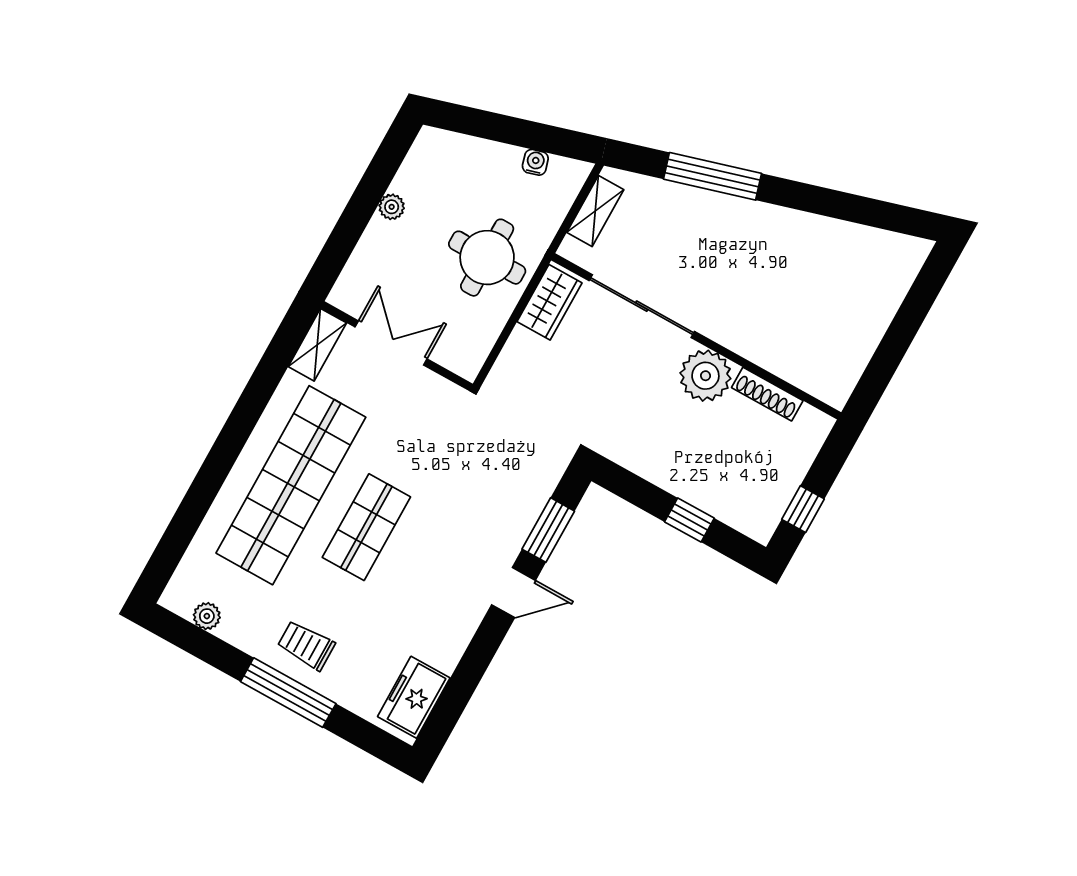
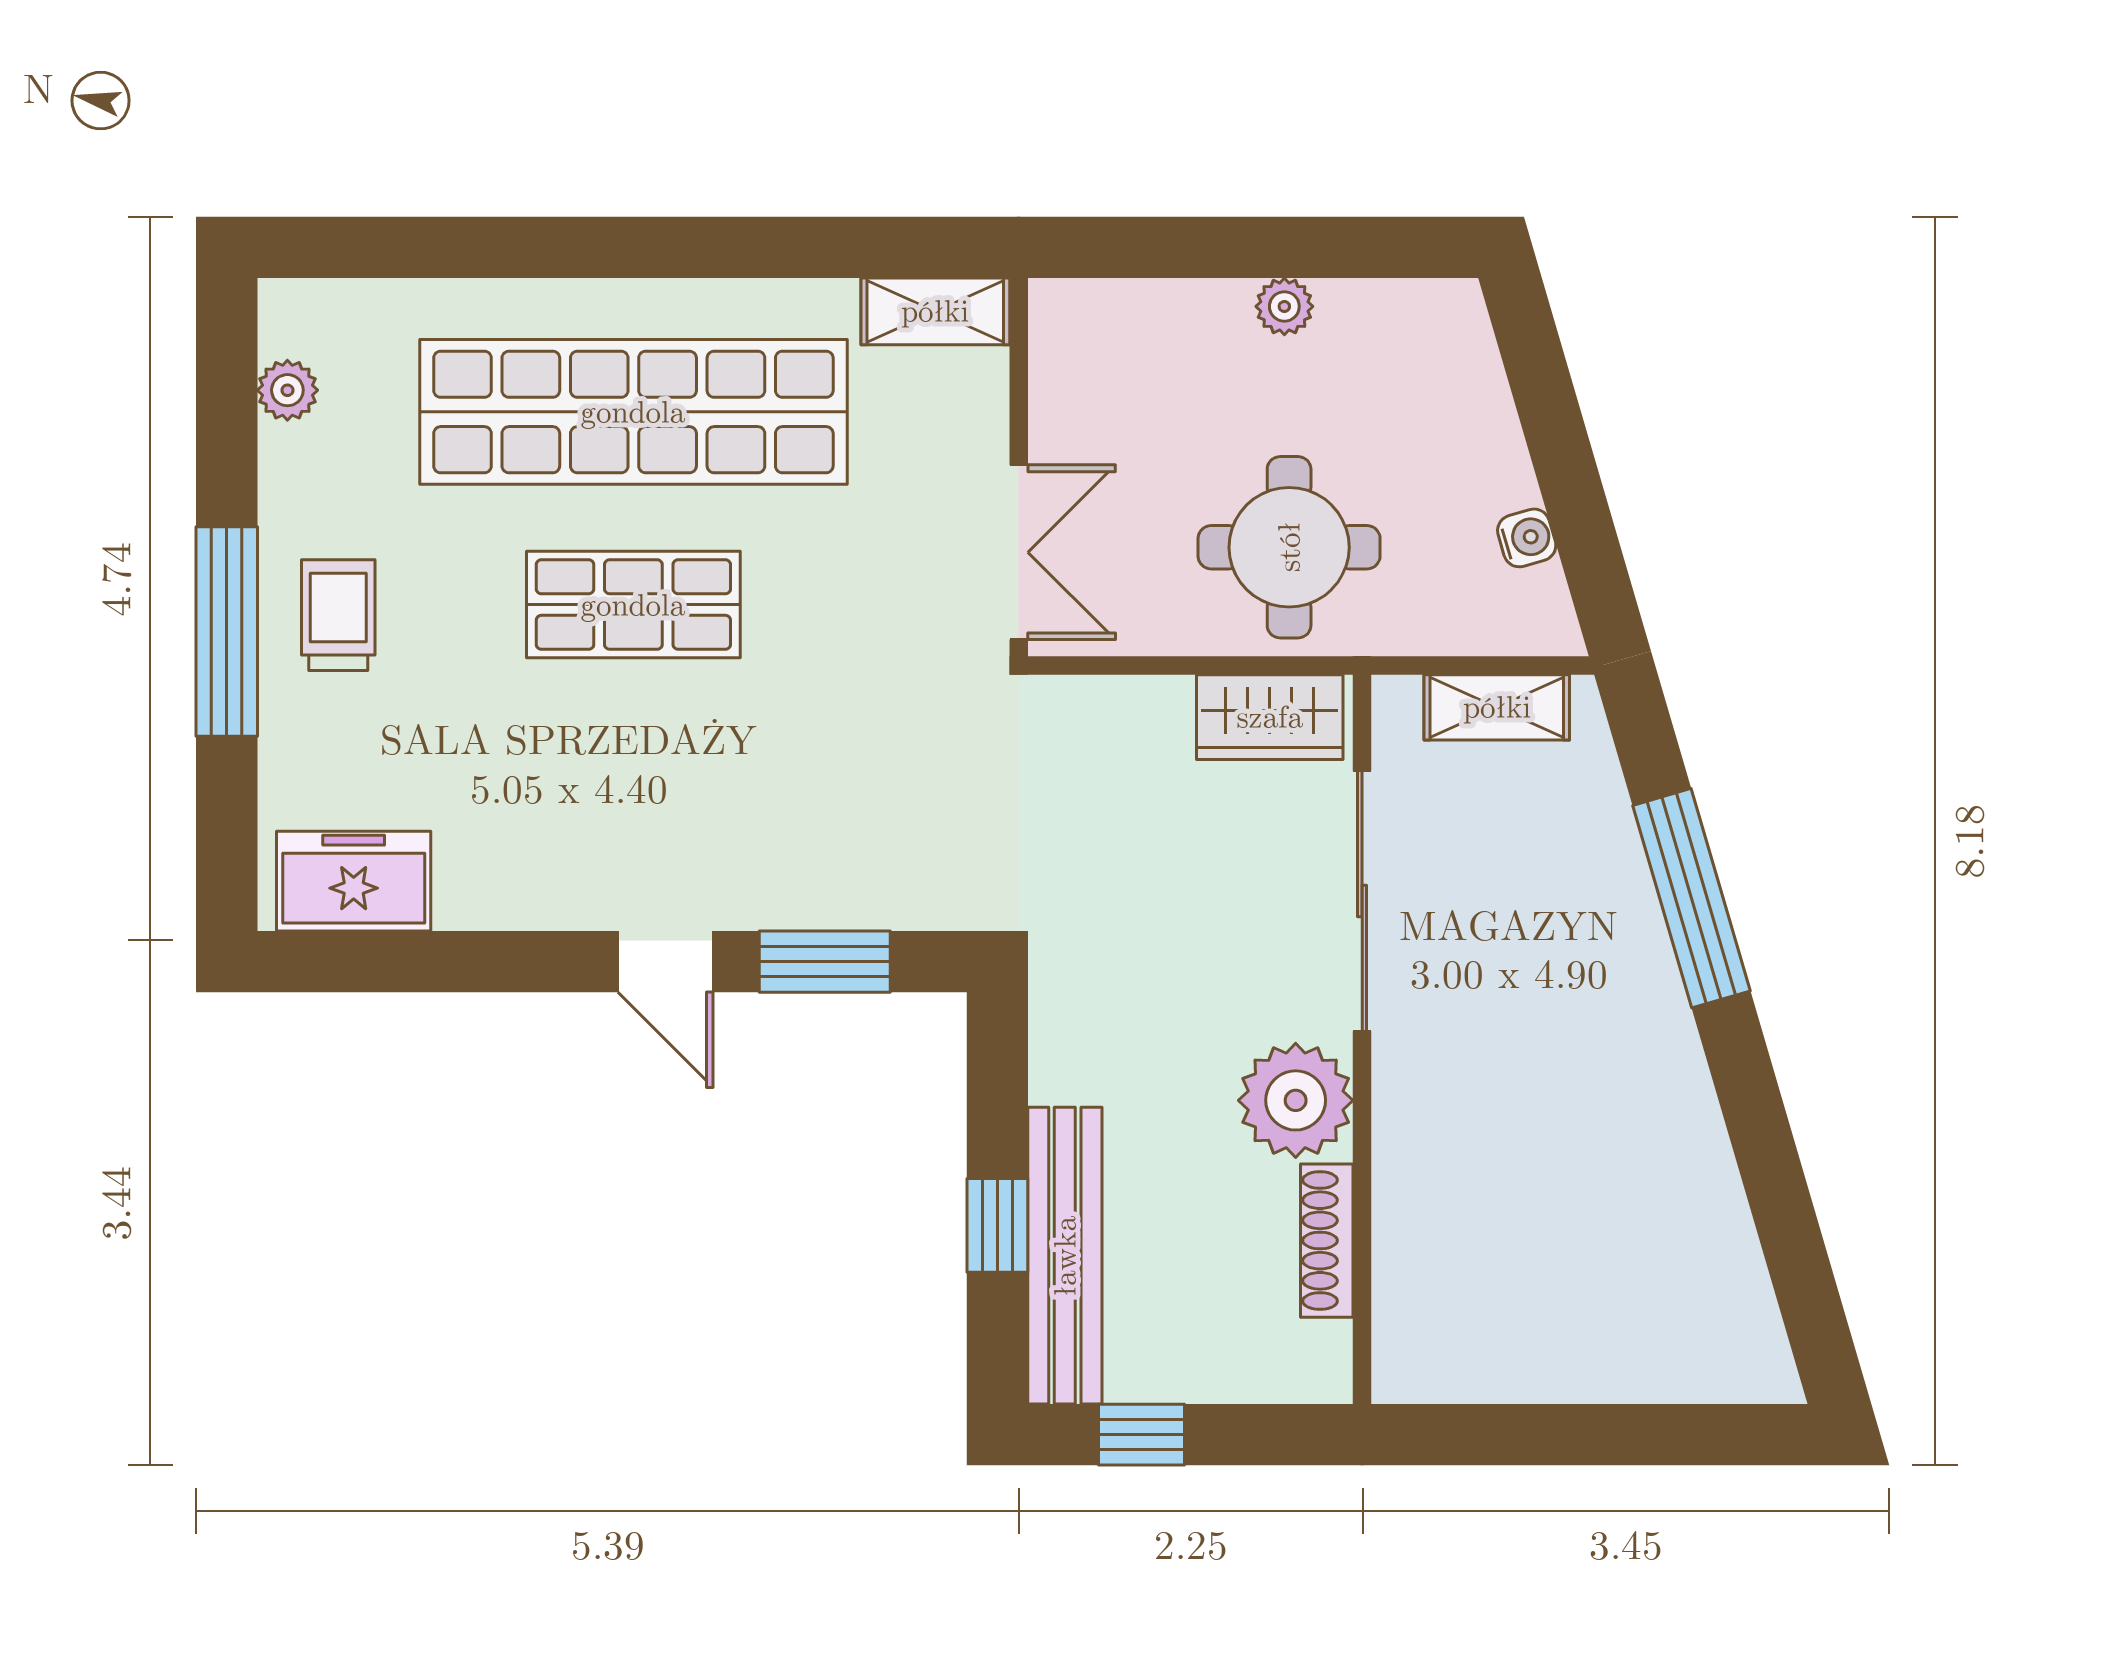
double door: (391, 343) -> (1019, 552), moved
bench: (716, 500) -> (1065, 1256), added

